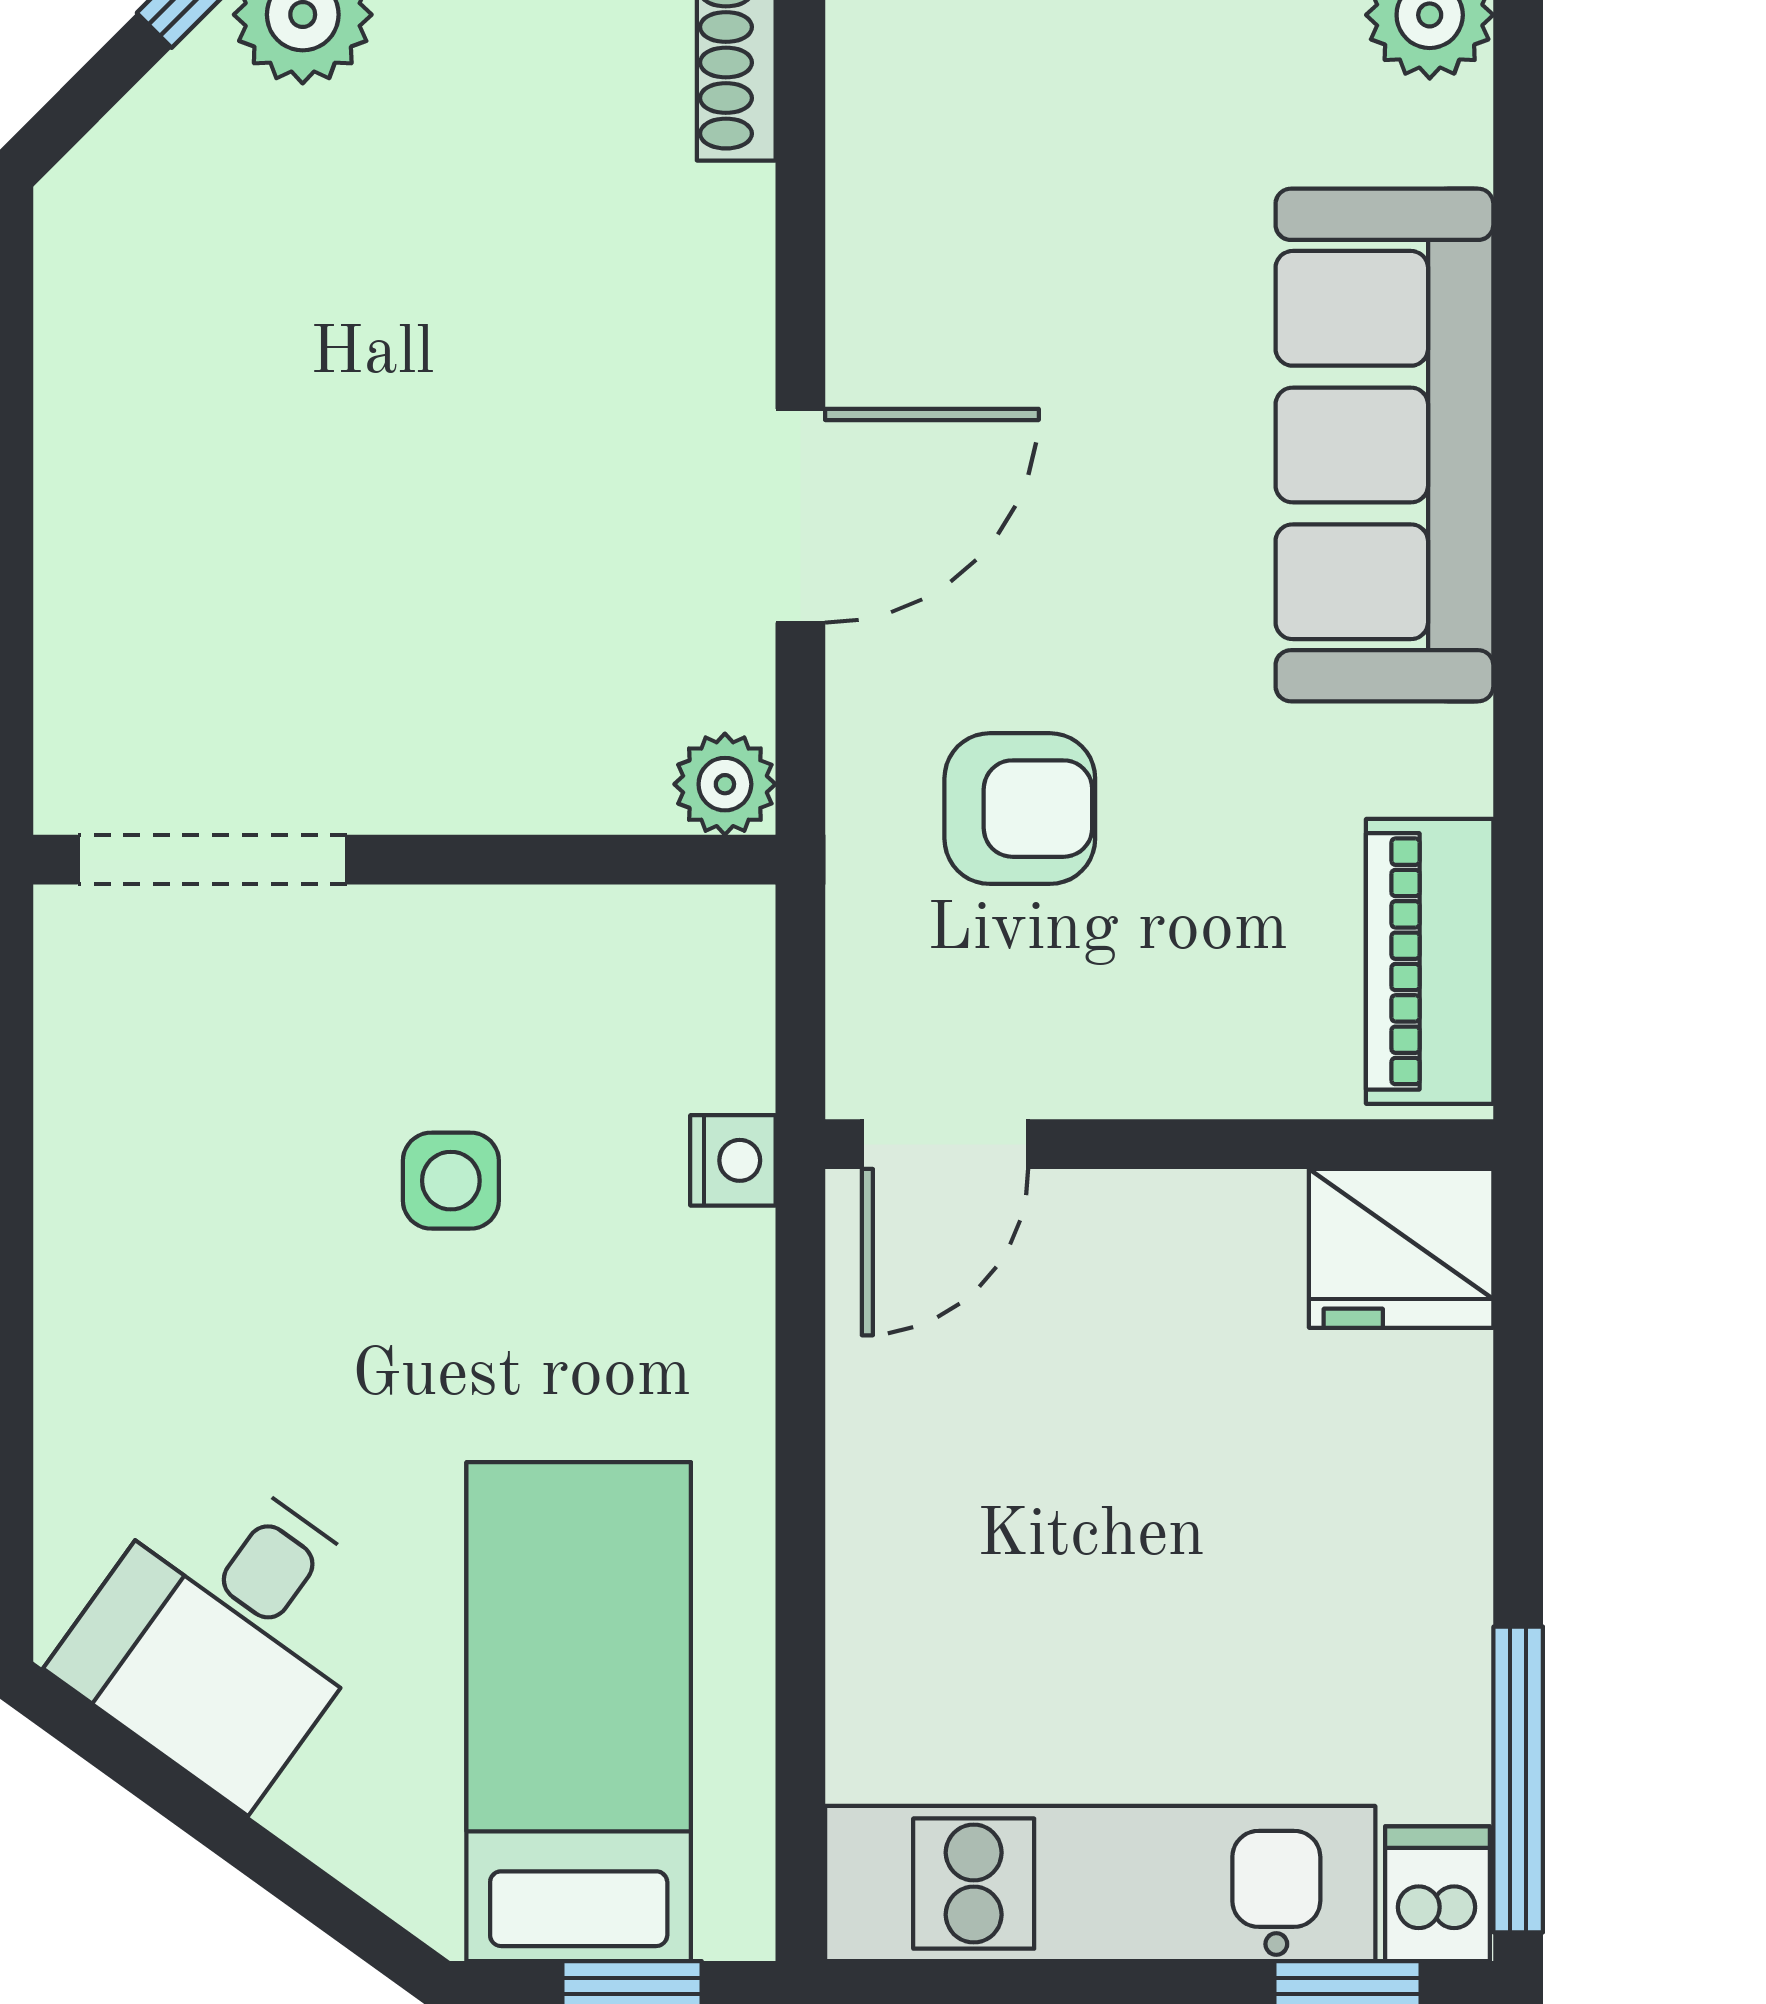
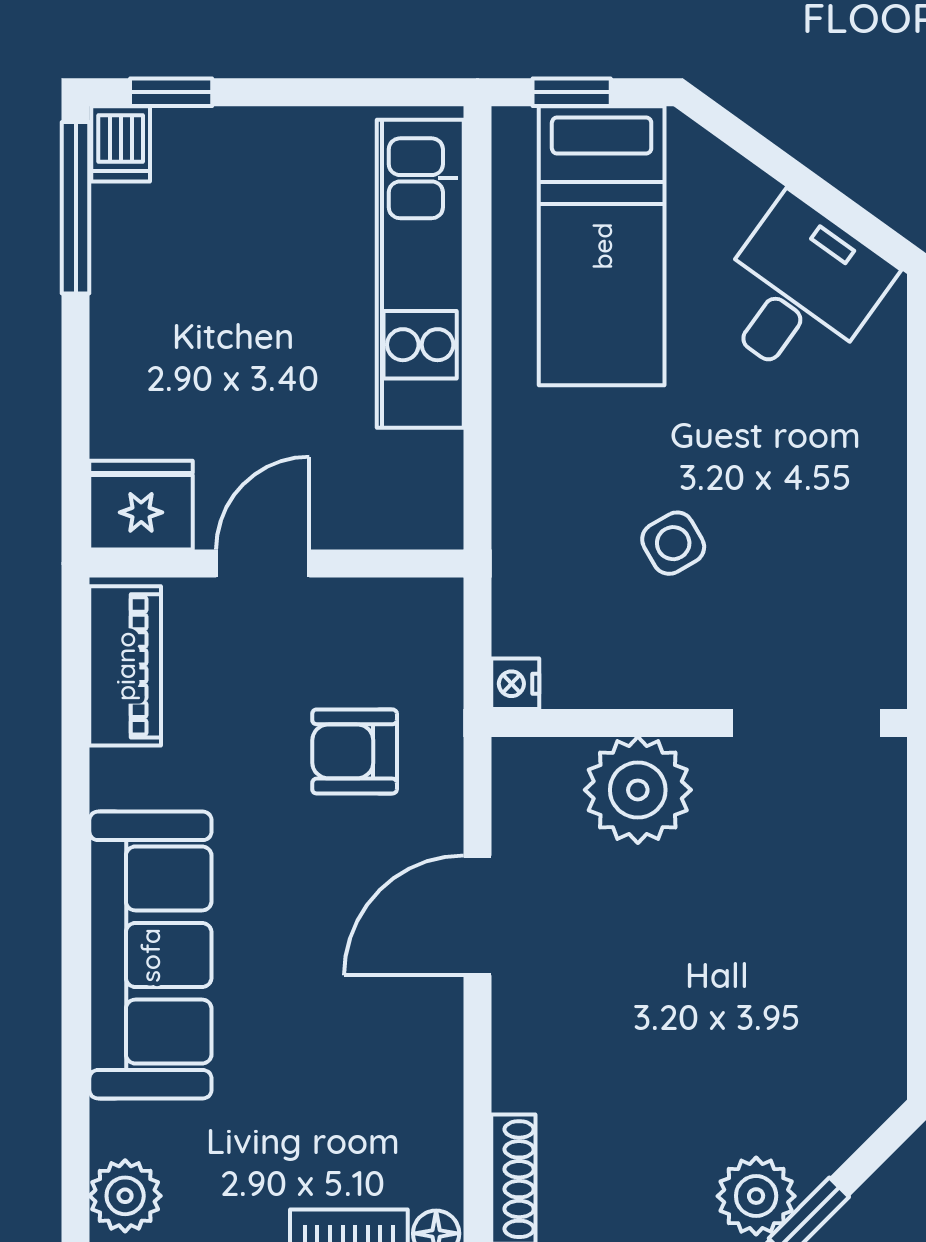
plant: (725, 784) -> (638, 790), moved, width x1.87, depth x1.87
door: (945, 1144) -> (263, 564), moved
nightstand: (733, 1160) -> (515, 684), moved
side table: (451, 1181) -> (673, 543), turned -30
kitchen unit: (1100, 1884) -> (420, 274), moved, turned 90

